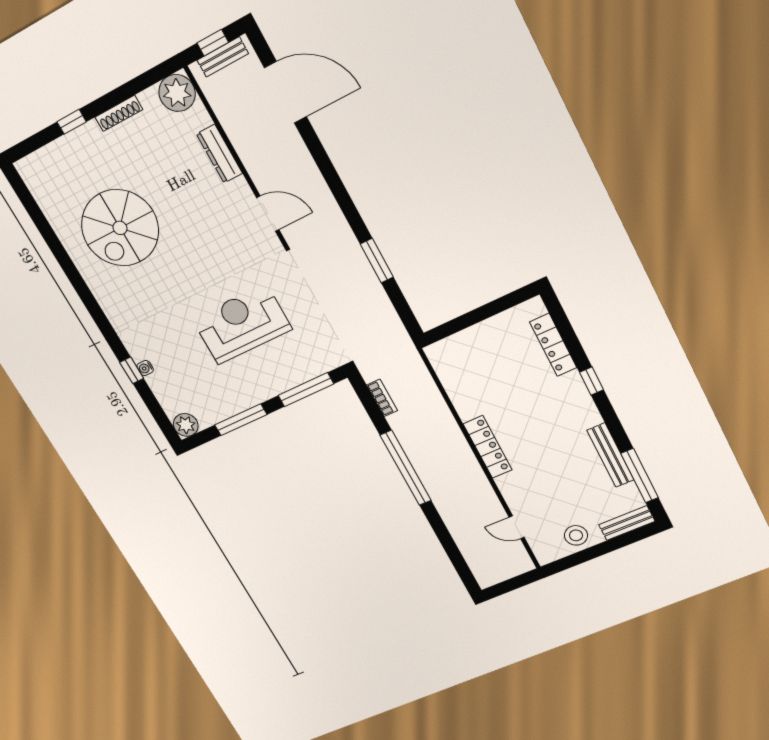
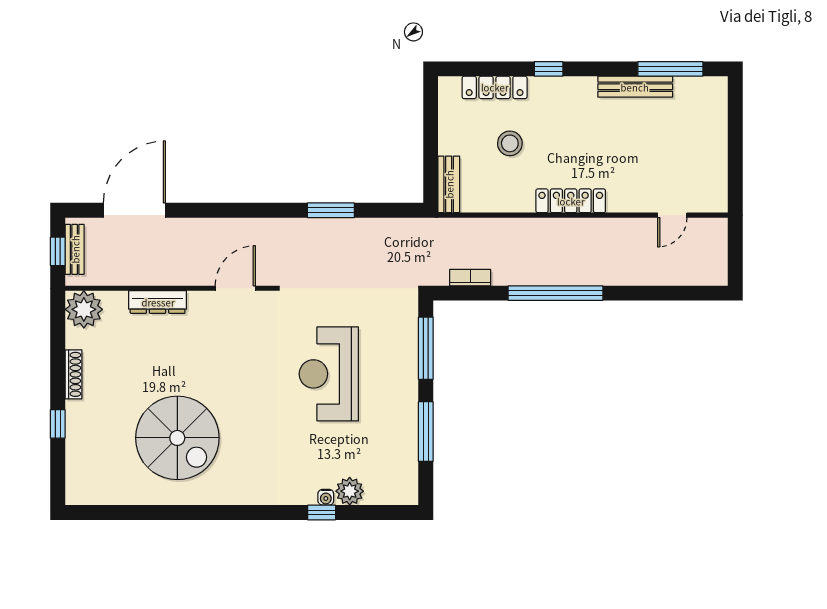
plant: (186, 425) -> (350, 491), moved
bench: (627, 523) -> (449, 184), moved
stool: (576, 535) -> (510, 143), moved

